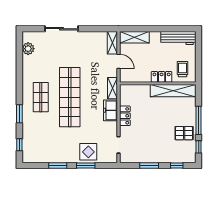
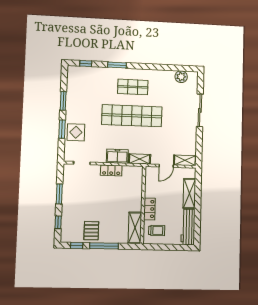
shelving: (134, 37) -> (189, 193), moved
shelving: (173, 91) -> (135, 228), width x0.68

